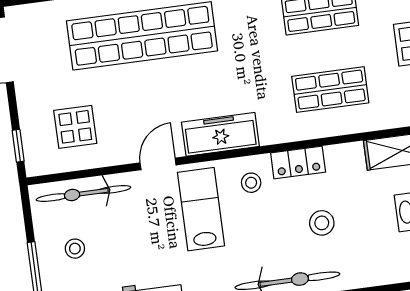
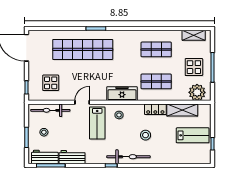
freezer: (220, 134) -> (122, 94), moved
locker: (298, 162) -> (155, 109), moved
lab bench: (201, 209) -> (97, 123), turned 180

